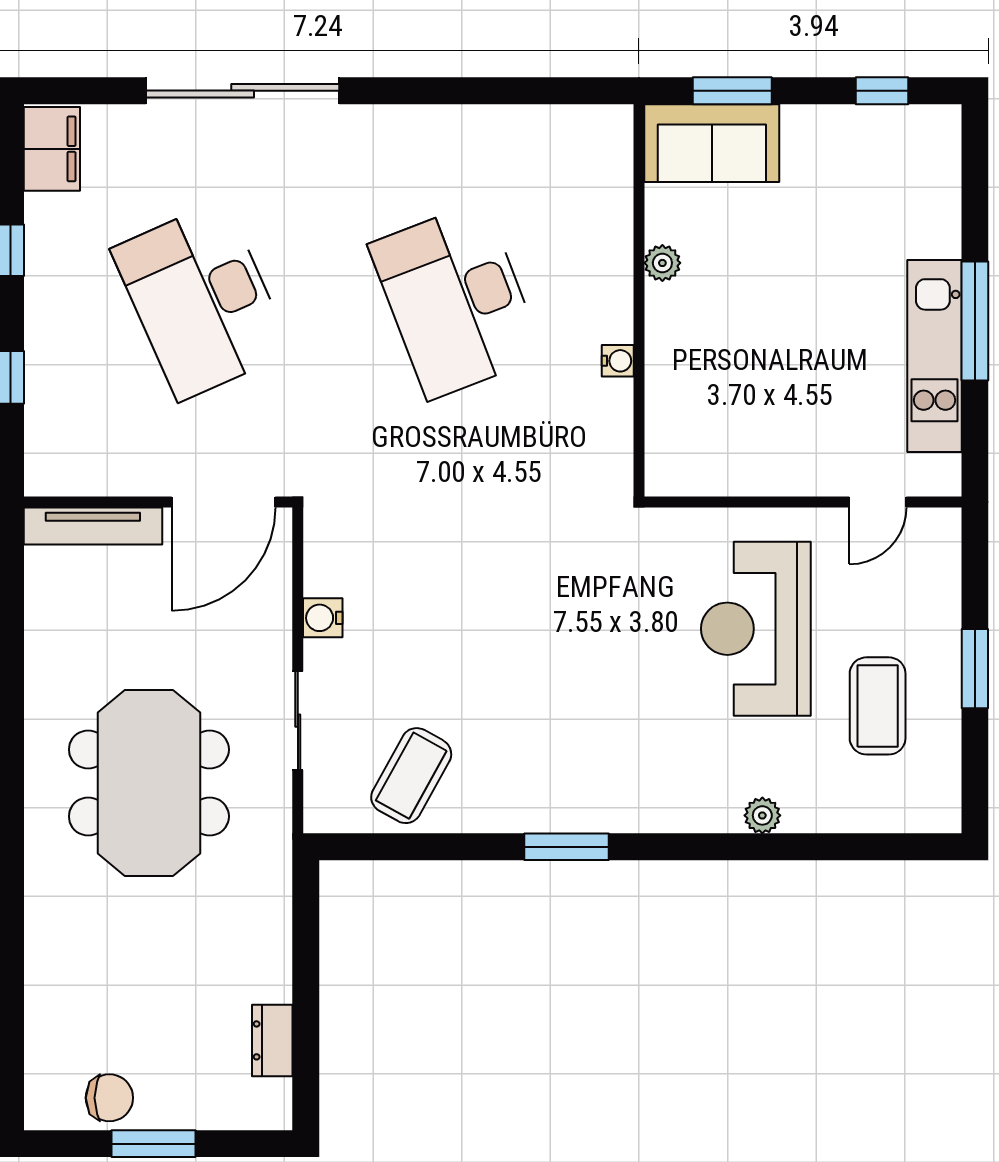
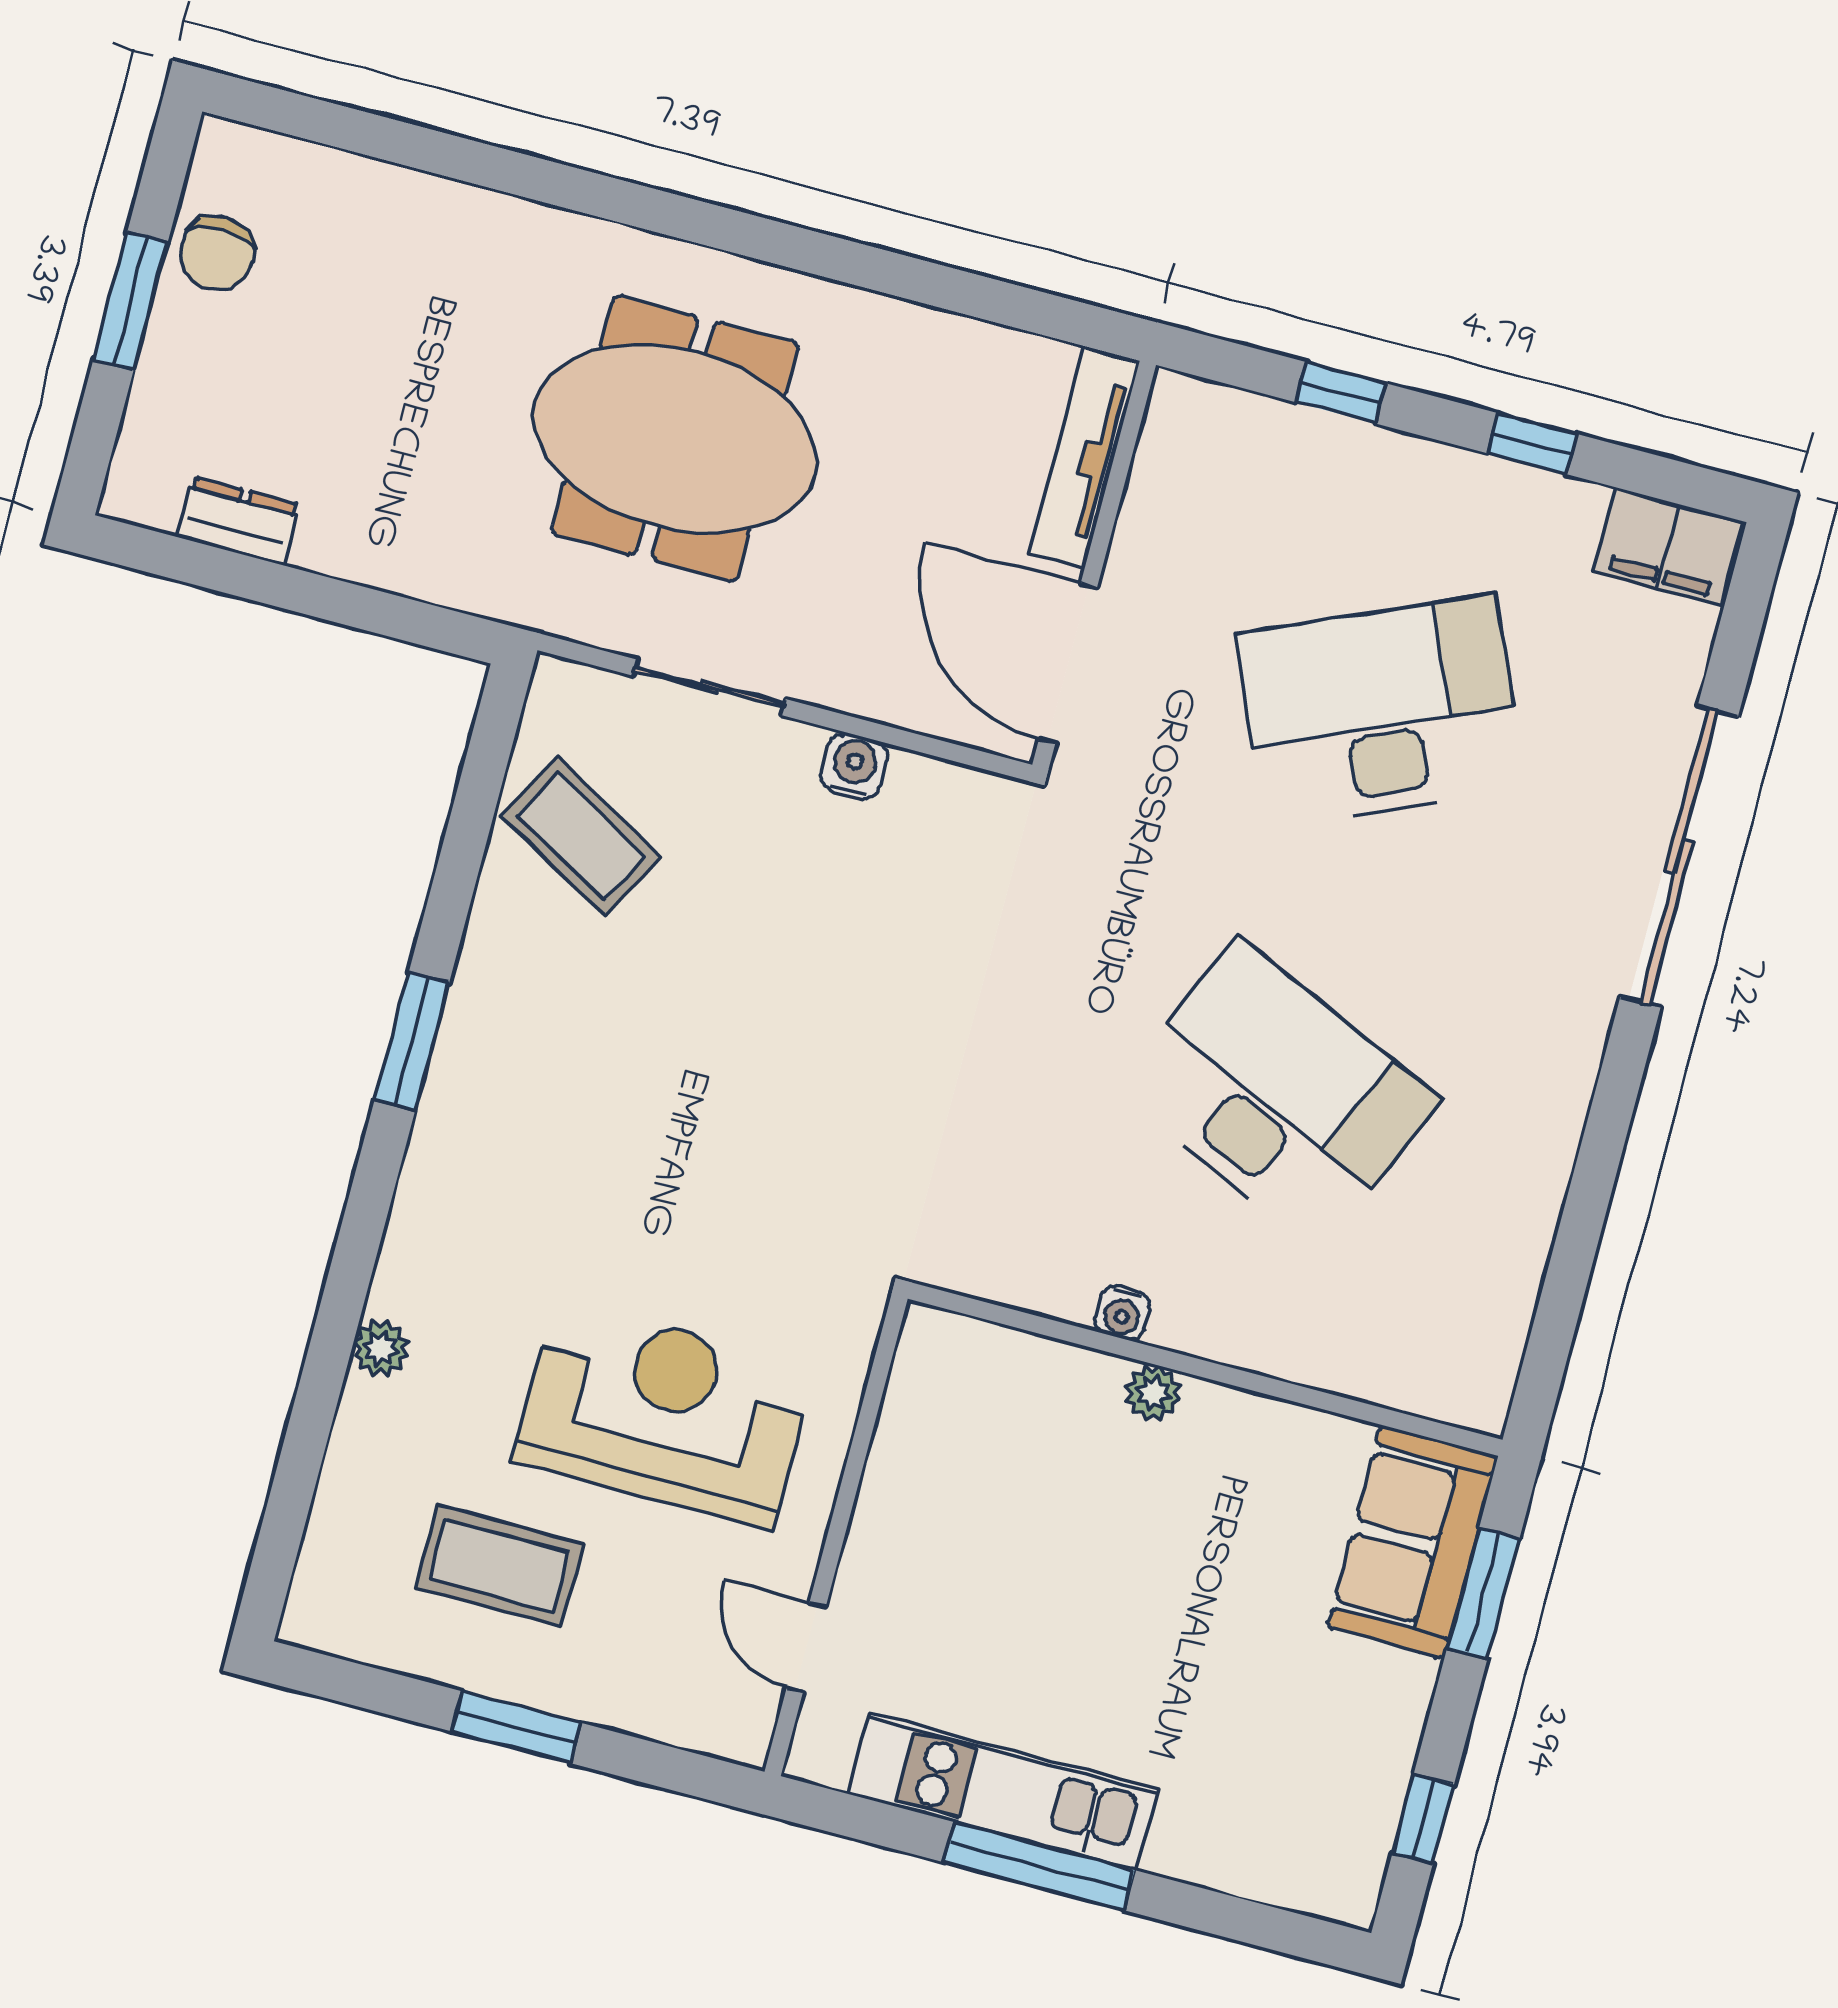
plant: (662, 263) -> (1153, 1393), moved
desk: (456, 300) -> (1278, 1094), turned 45

